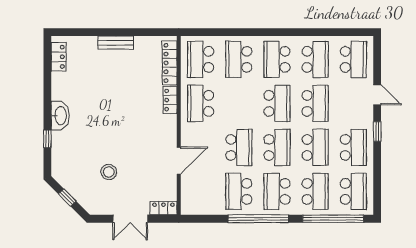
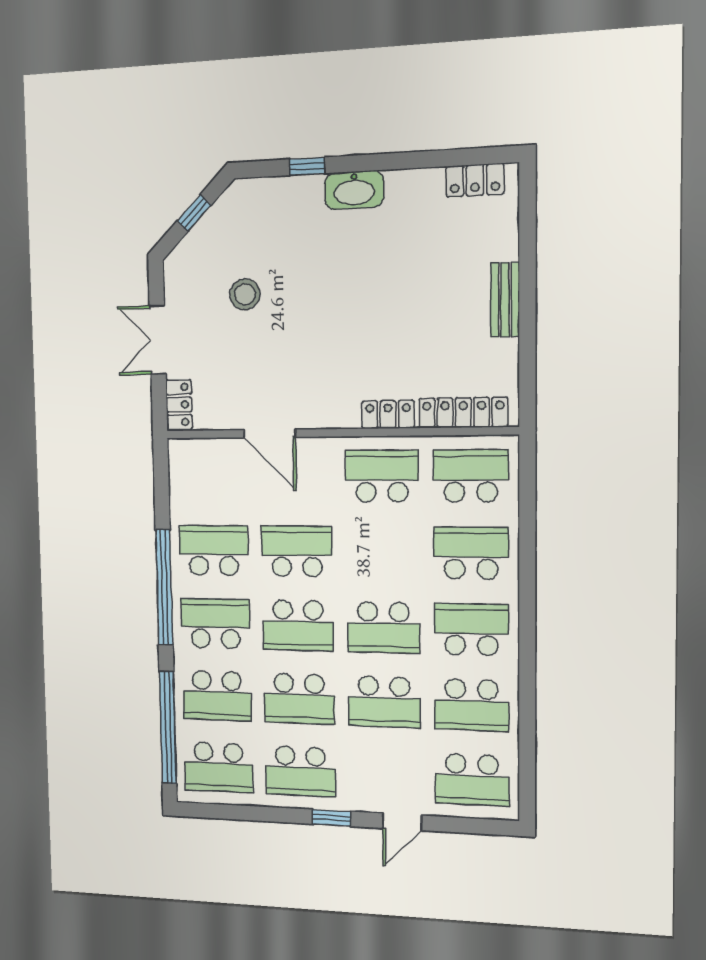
school desk: (239, 147) -> (297, 551), turned 180

